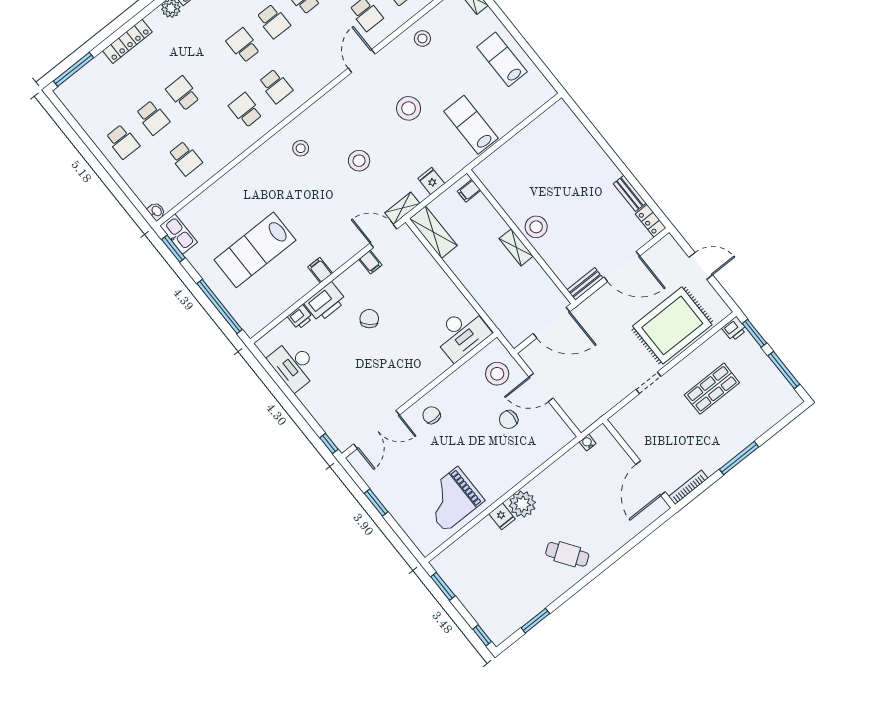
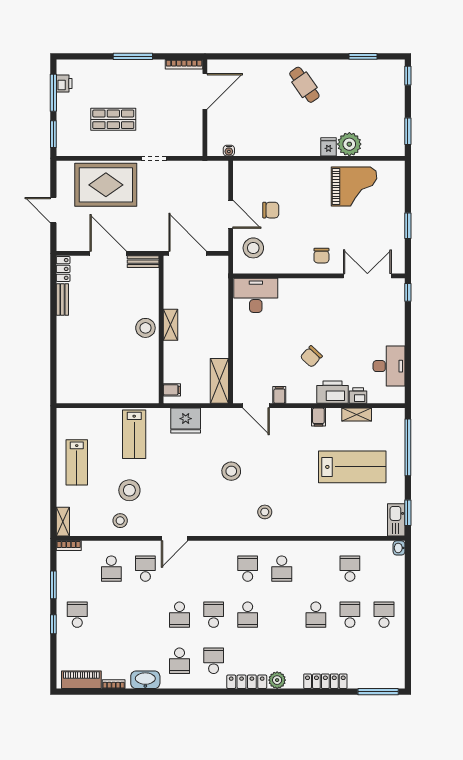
stool: (409, 108) -> (129, 490), moved
fridge: (431, 181) -> (186, 421), width x1.88, depth x1.34
shelving: (402, 208) -> (357, 415), moved
printer: (734, 329) -> (64, 84), moved, turned 90
plant: (522, 504) -> (349, 144), moved

